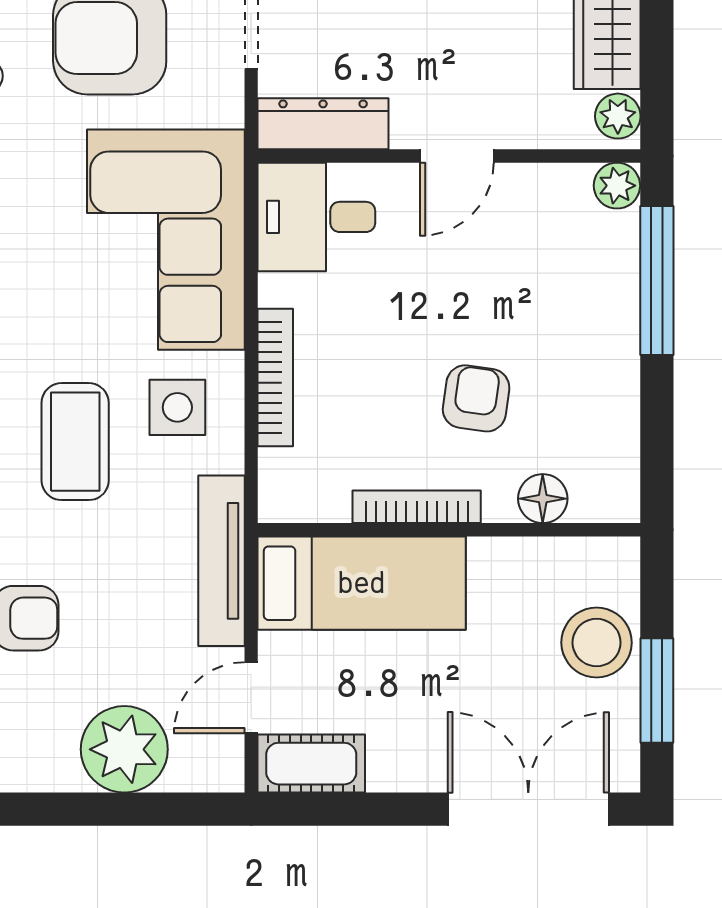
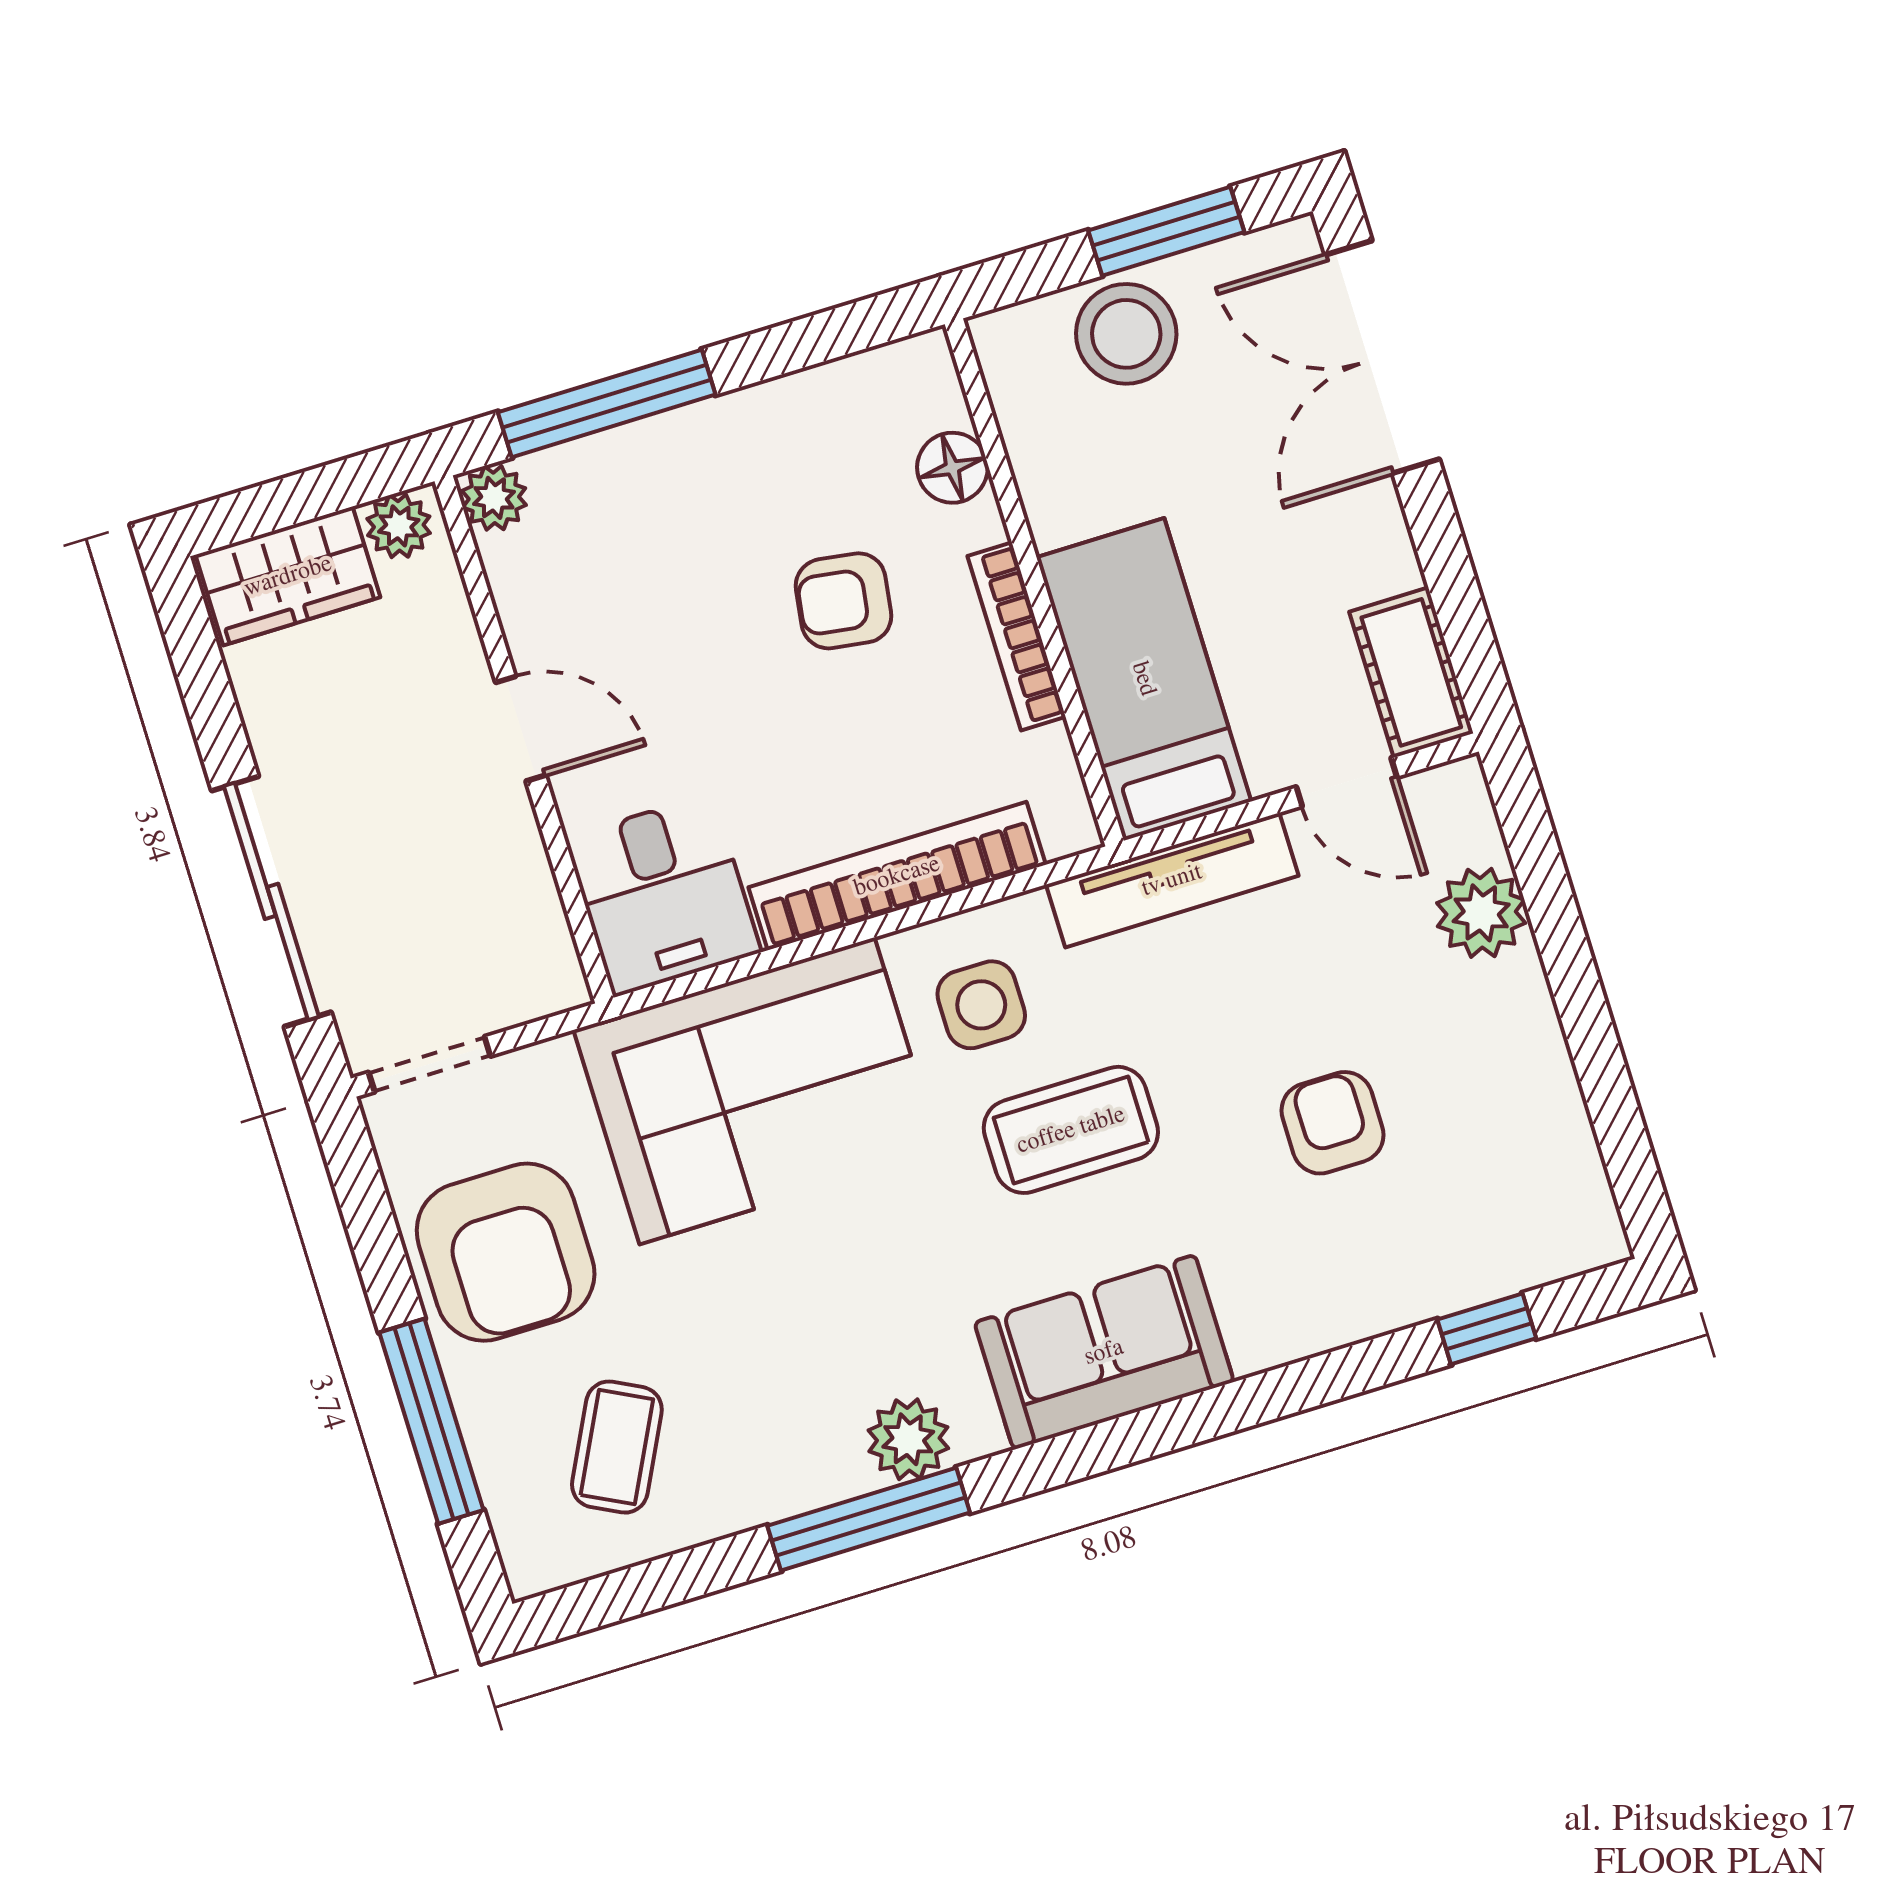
dresser: (323, 124) -> (533, 925), removed
bookcase: (275, 378) -> (897, 876), width x1.48, depth x1.31
plant: (124, 749) -> (1481, 913), width x0.73, depth x0.73

